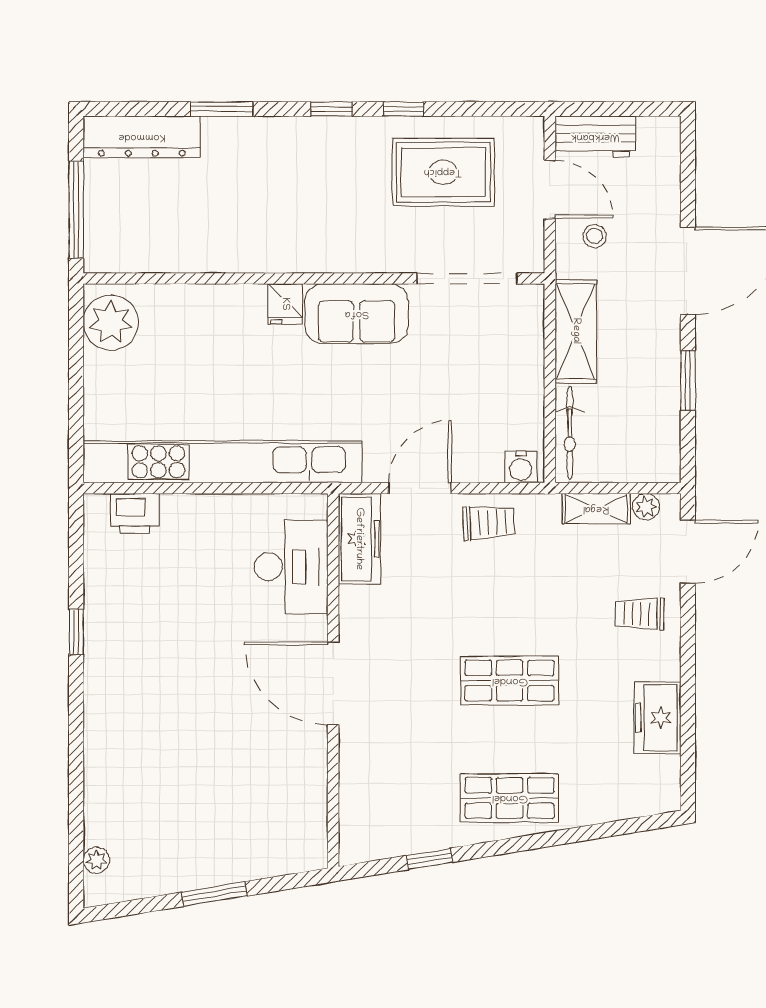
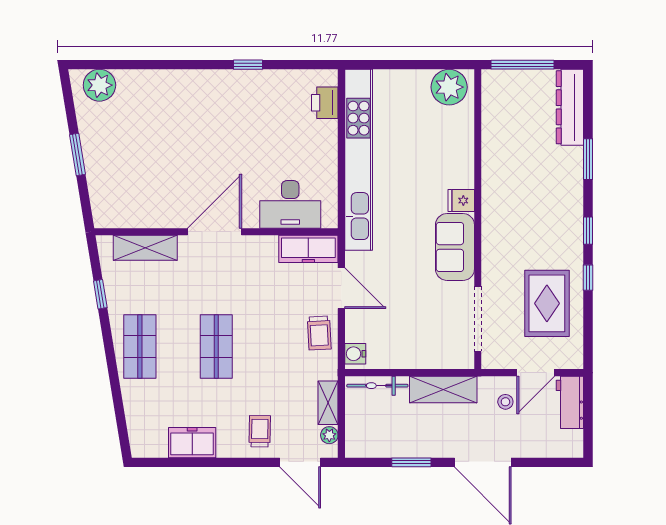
shelving: (358, 790) -> (145, 248), added
plant: (96, 860) -> (99, 85), width x1.88, depth x1.88

